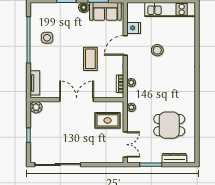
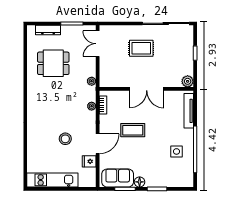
coffee table: (90, 59) -> (133, 130), turned 90
tv unit: (35, 83) -> (189, 111), width x1.41
rug: (108, 120) -> (141, 48), moved

